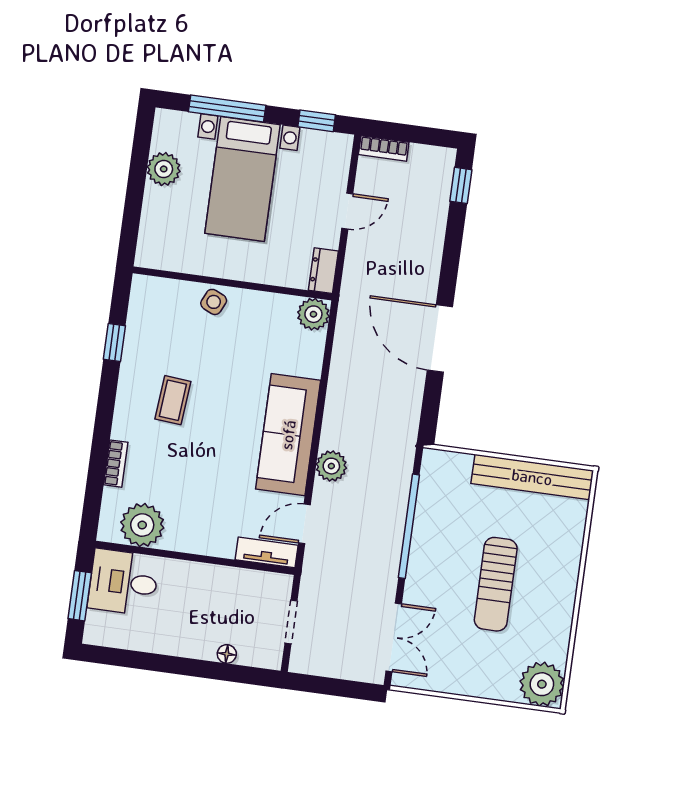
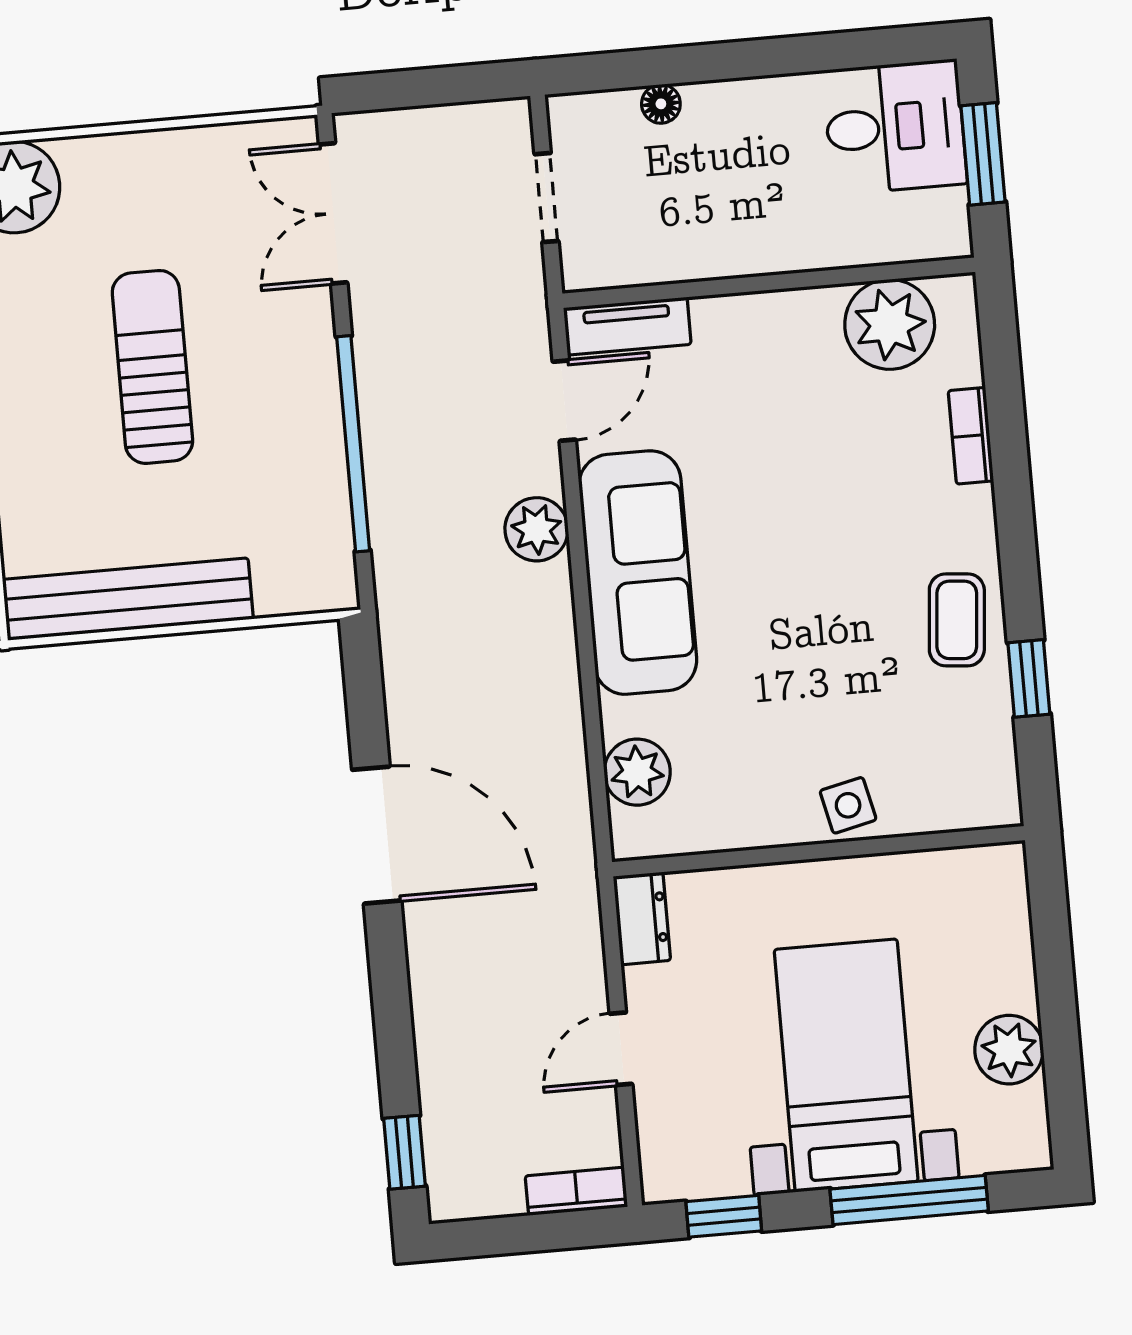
side table: (214, 302) -> (848, 805), turned -38
plant: (313, 314) -> (637, 772), moved
coffee table: (173, 400) -> (957, 620), moved
desk: (123, 582) -> (895, 127), moved

